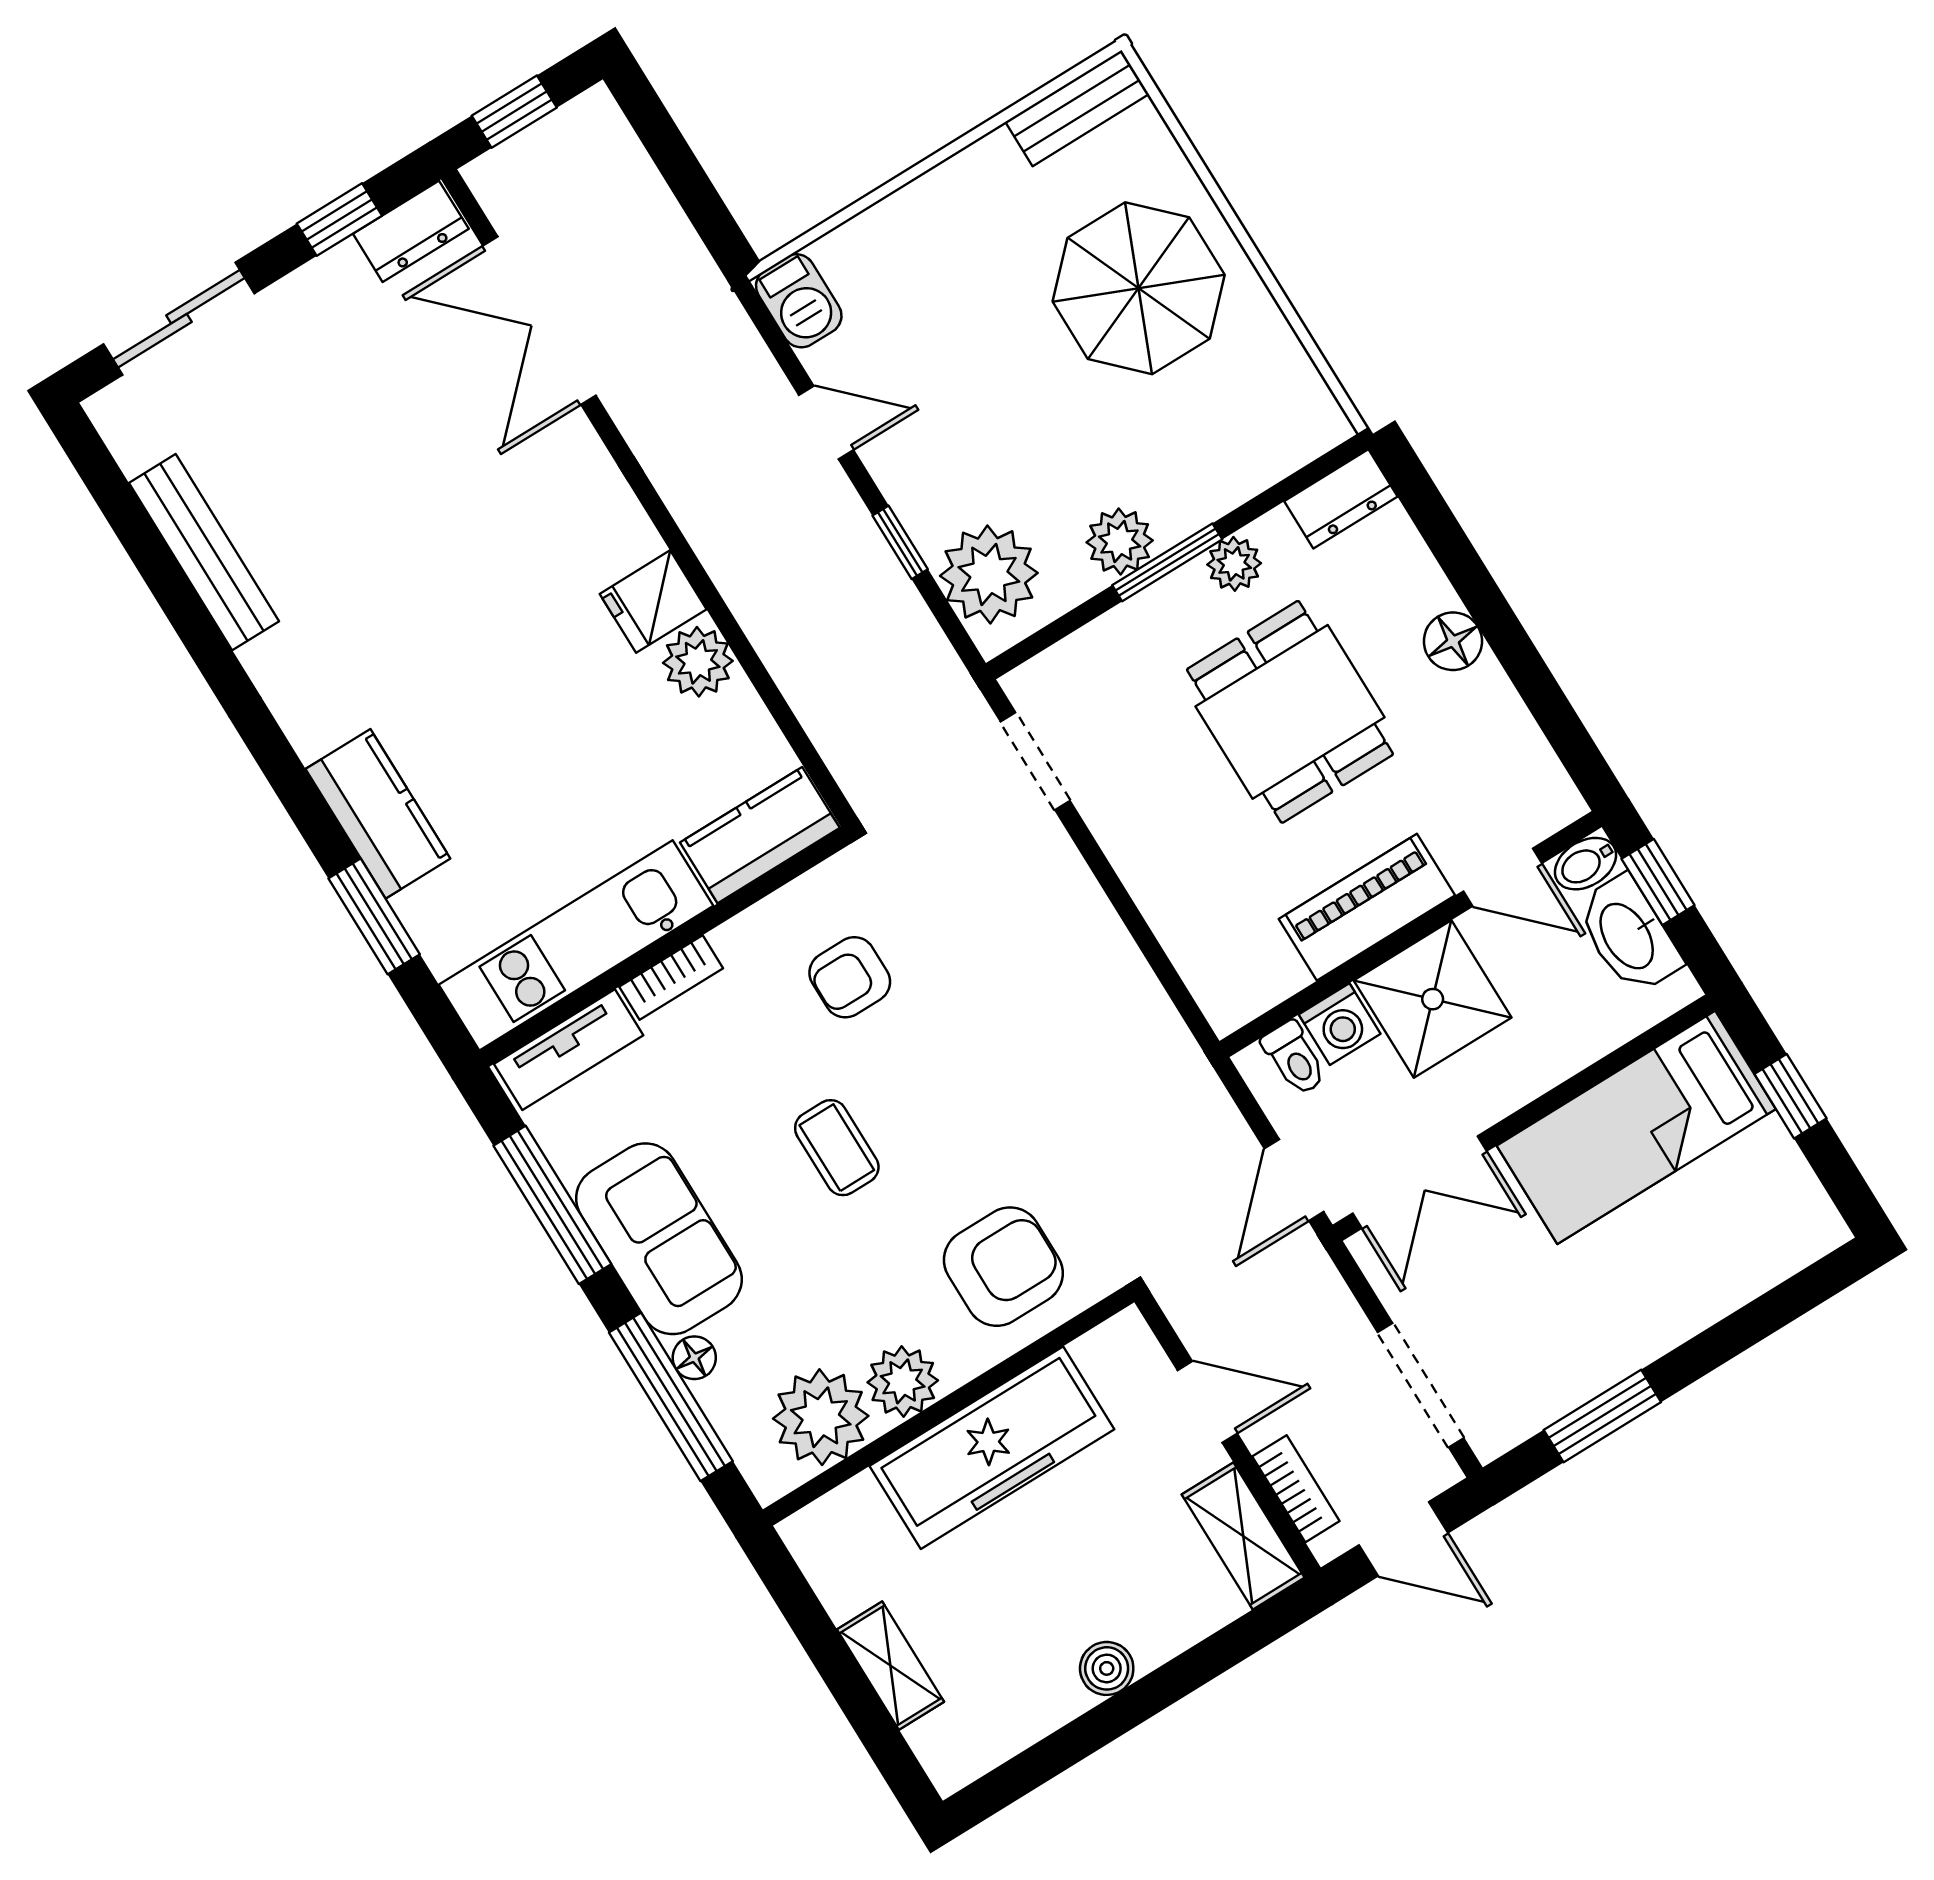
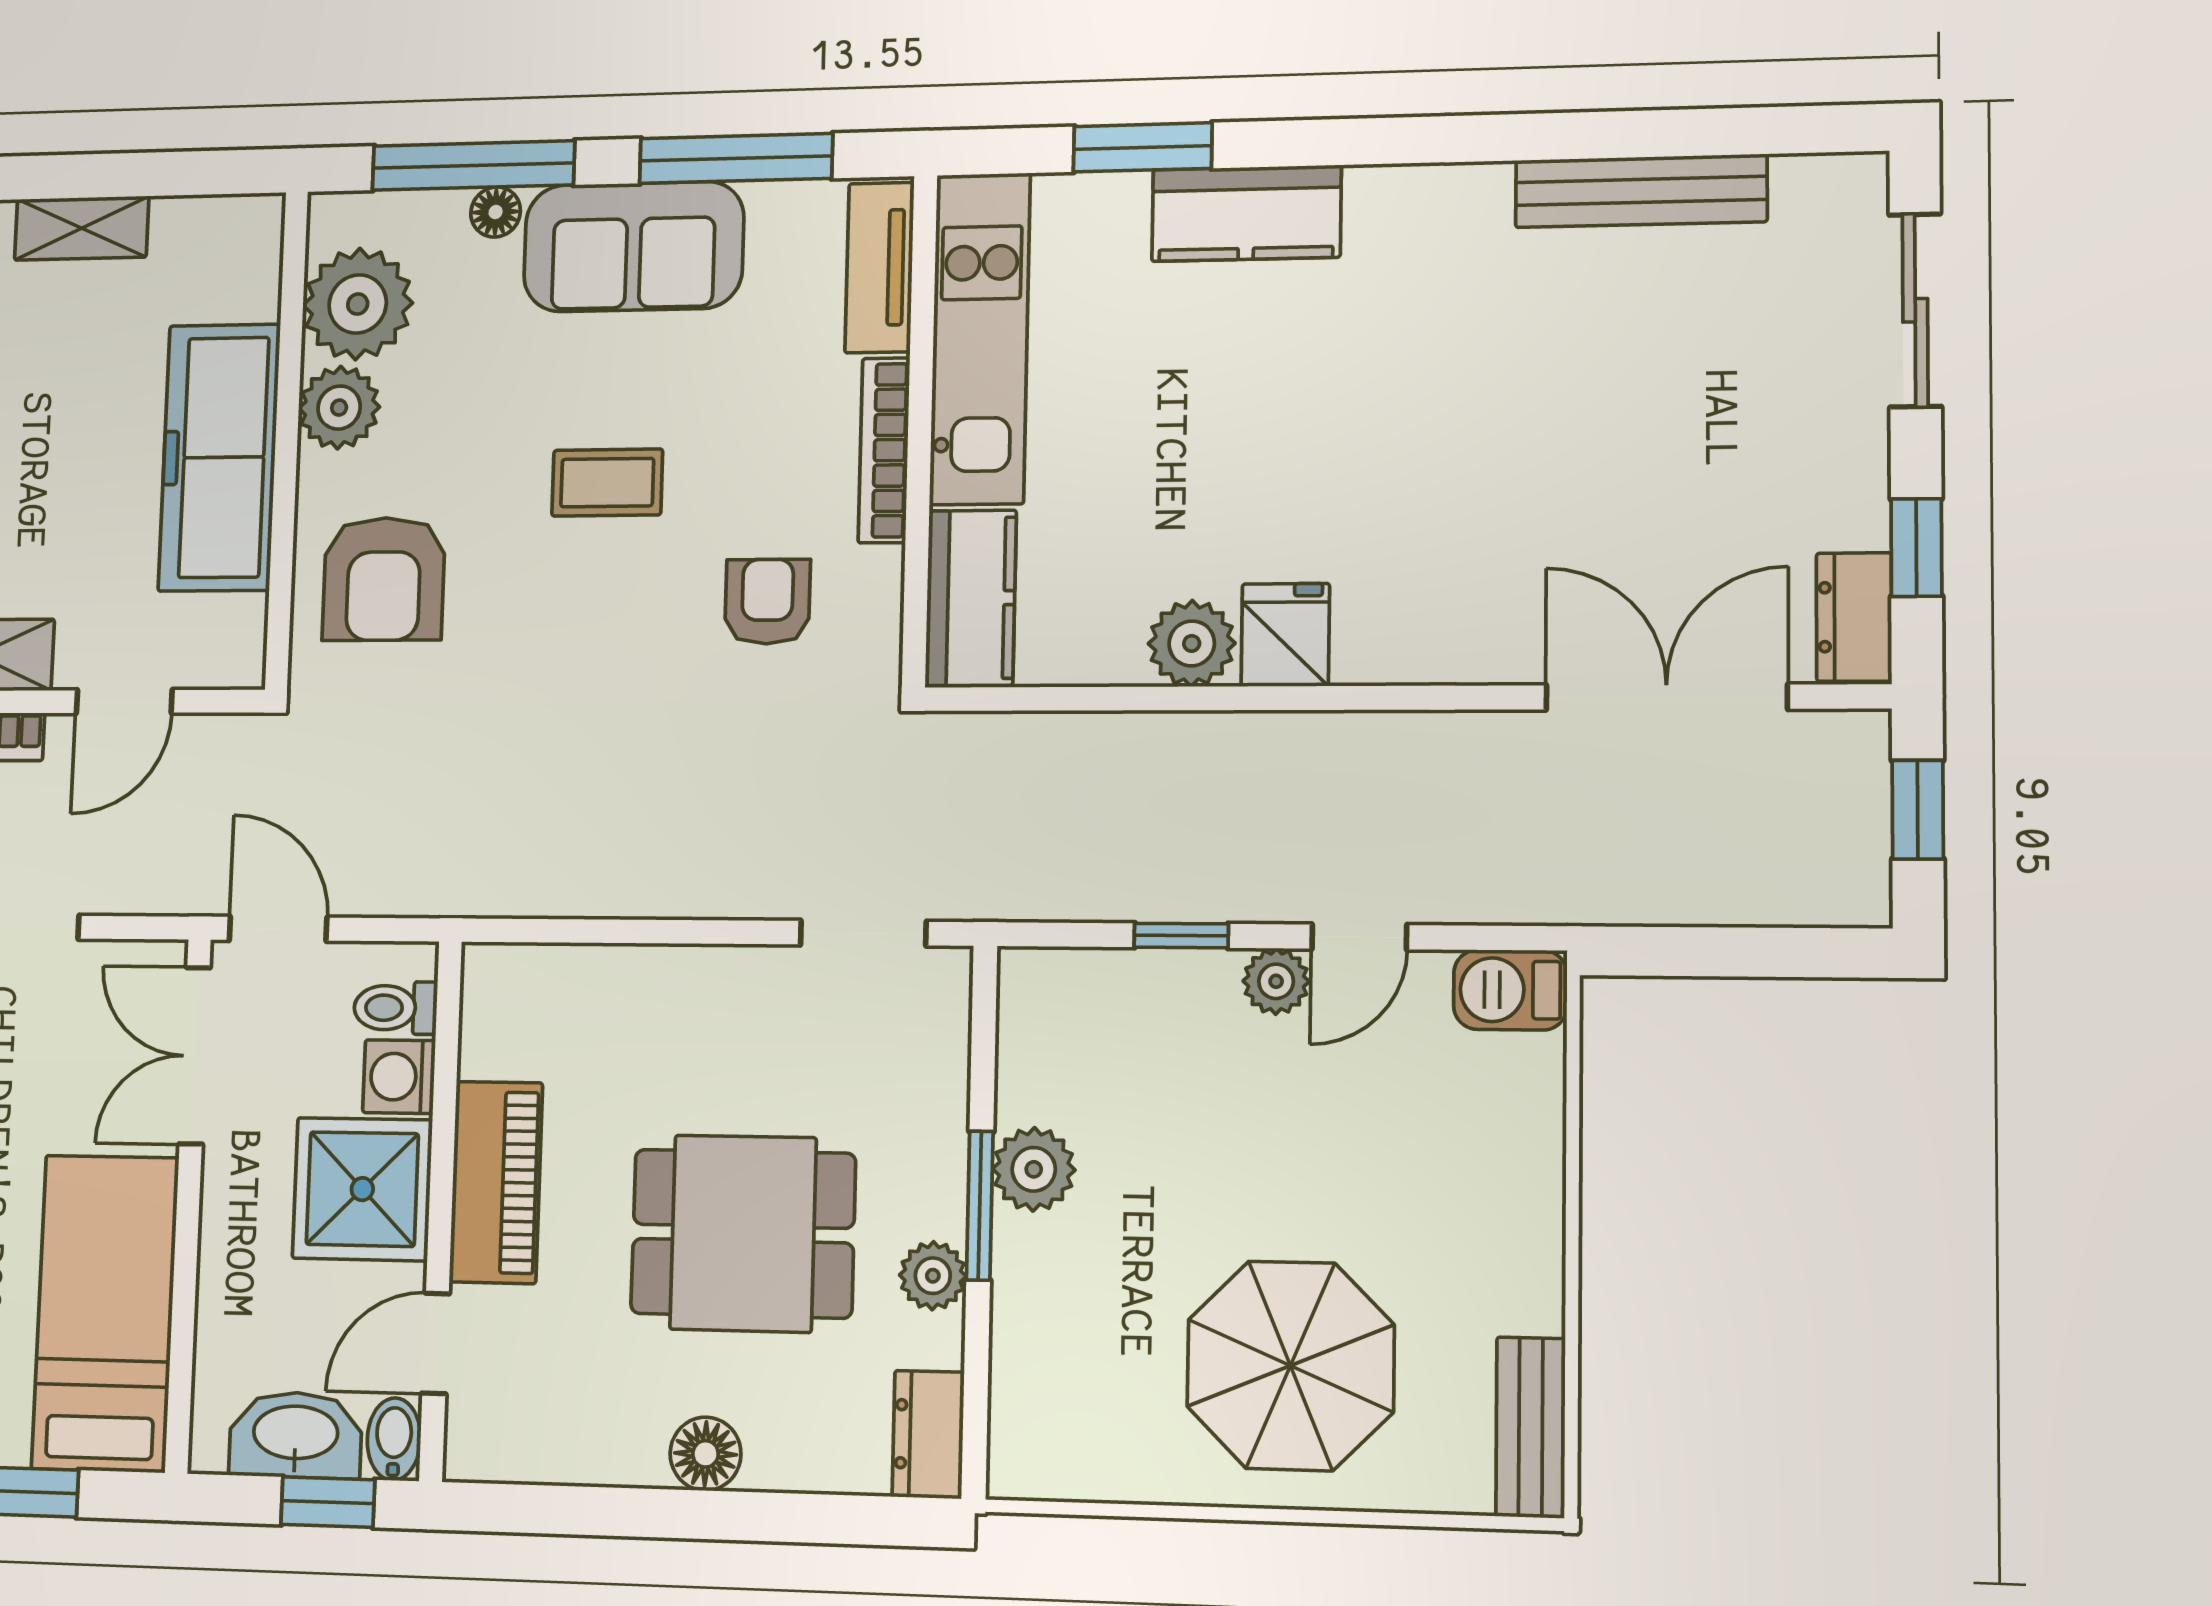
plant: (989, 574) -> (1276, 981), moved, width x0.53, depth x0.53
bookcase: (671, 977) -> (884, 450), width x1.56

